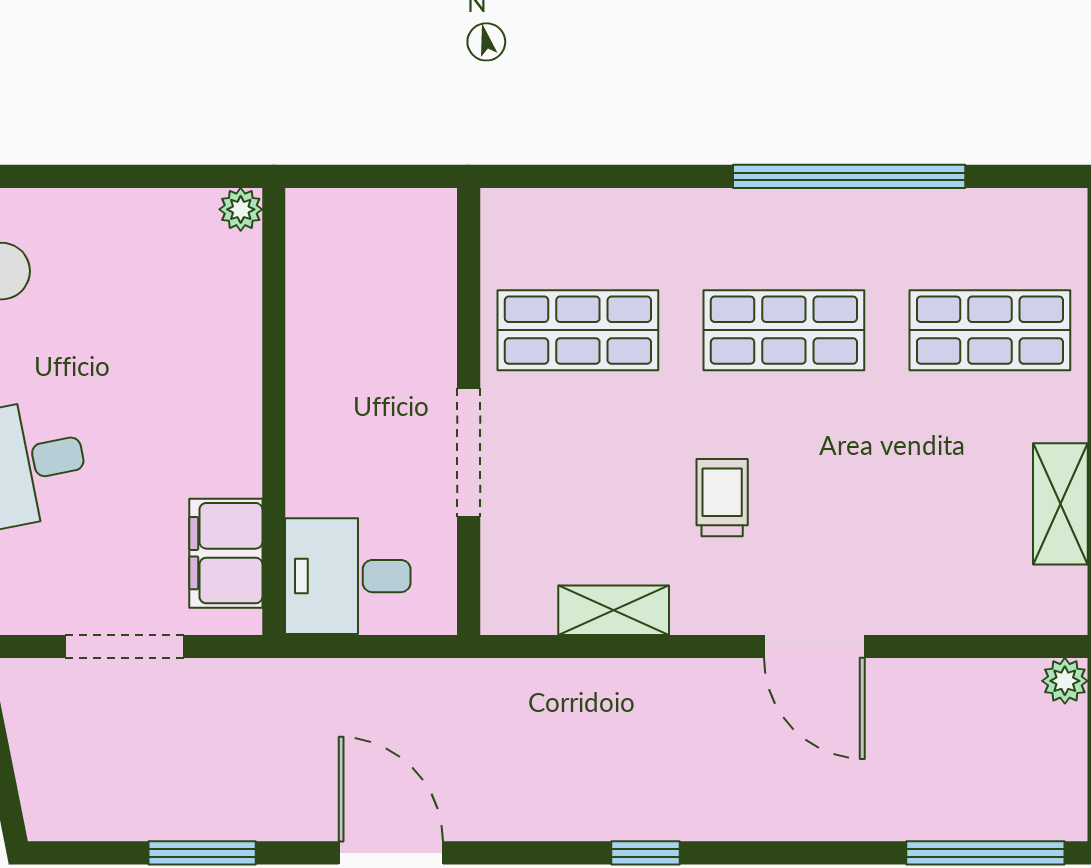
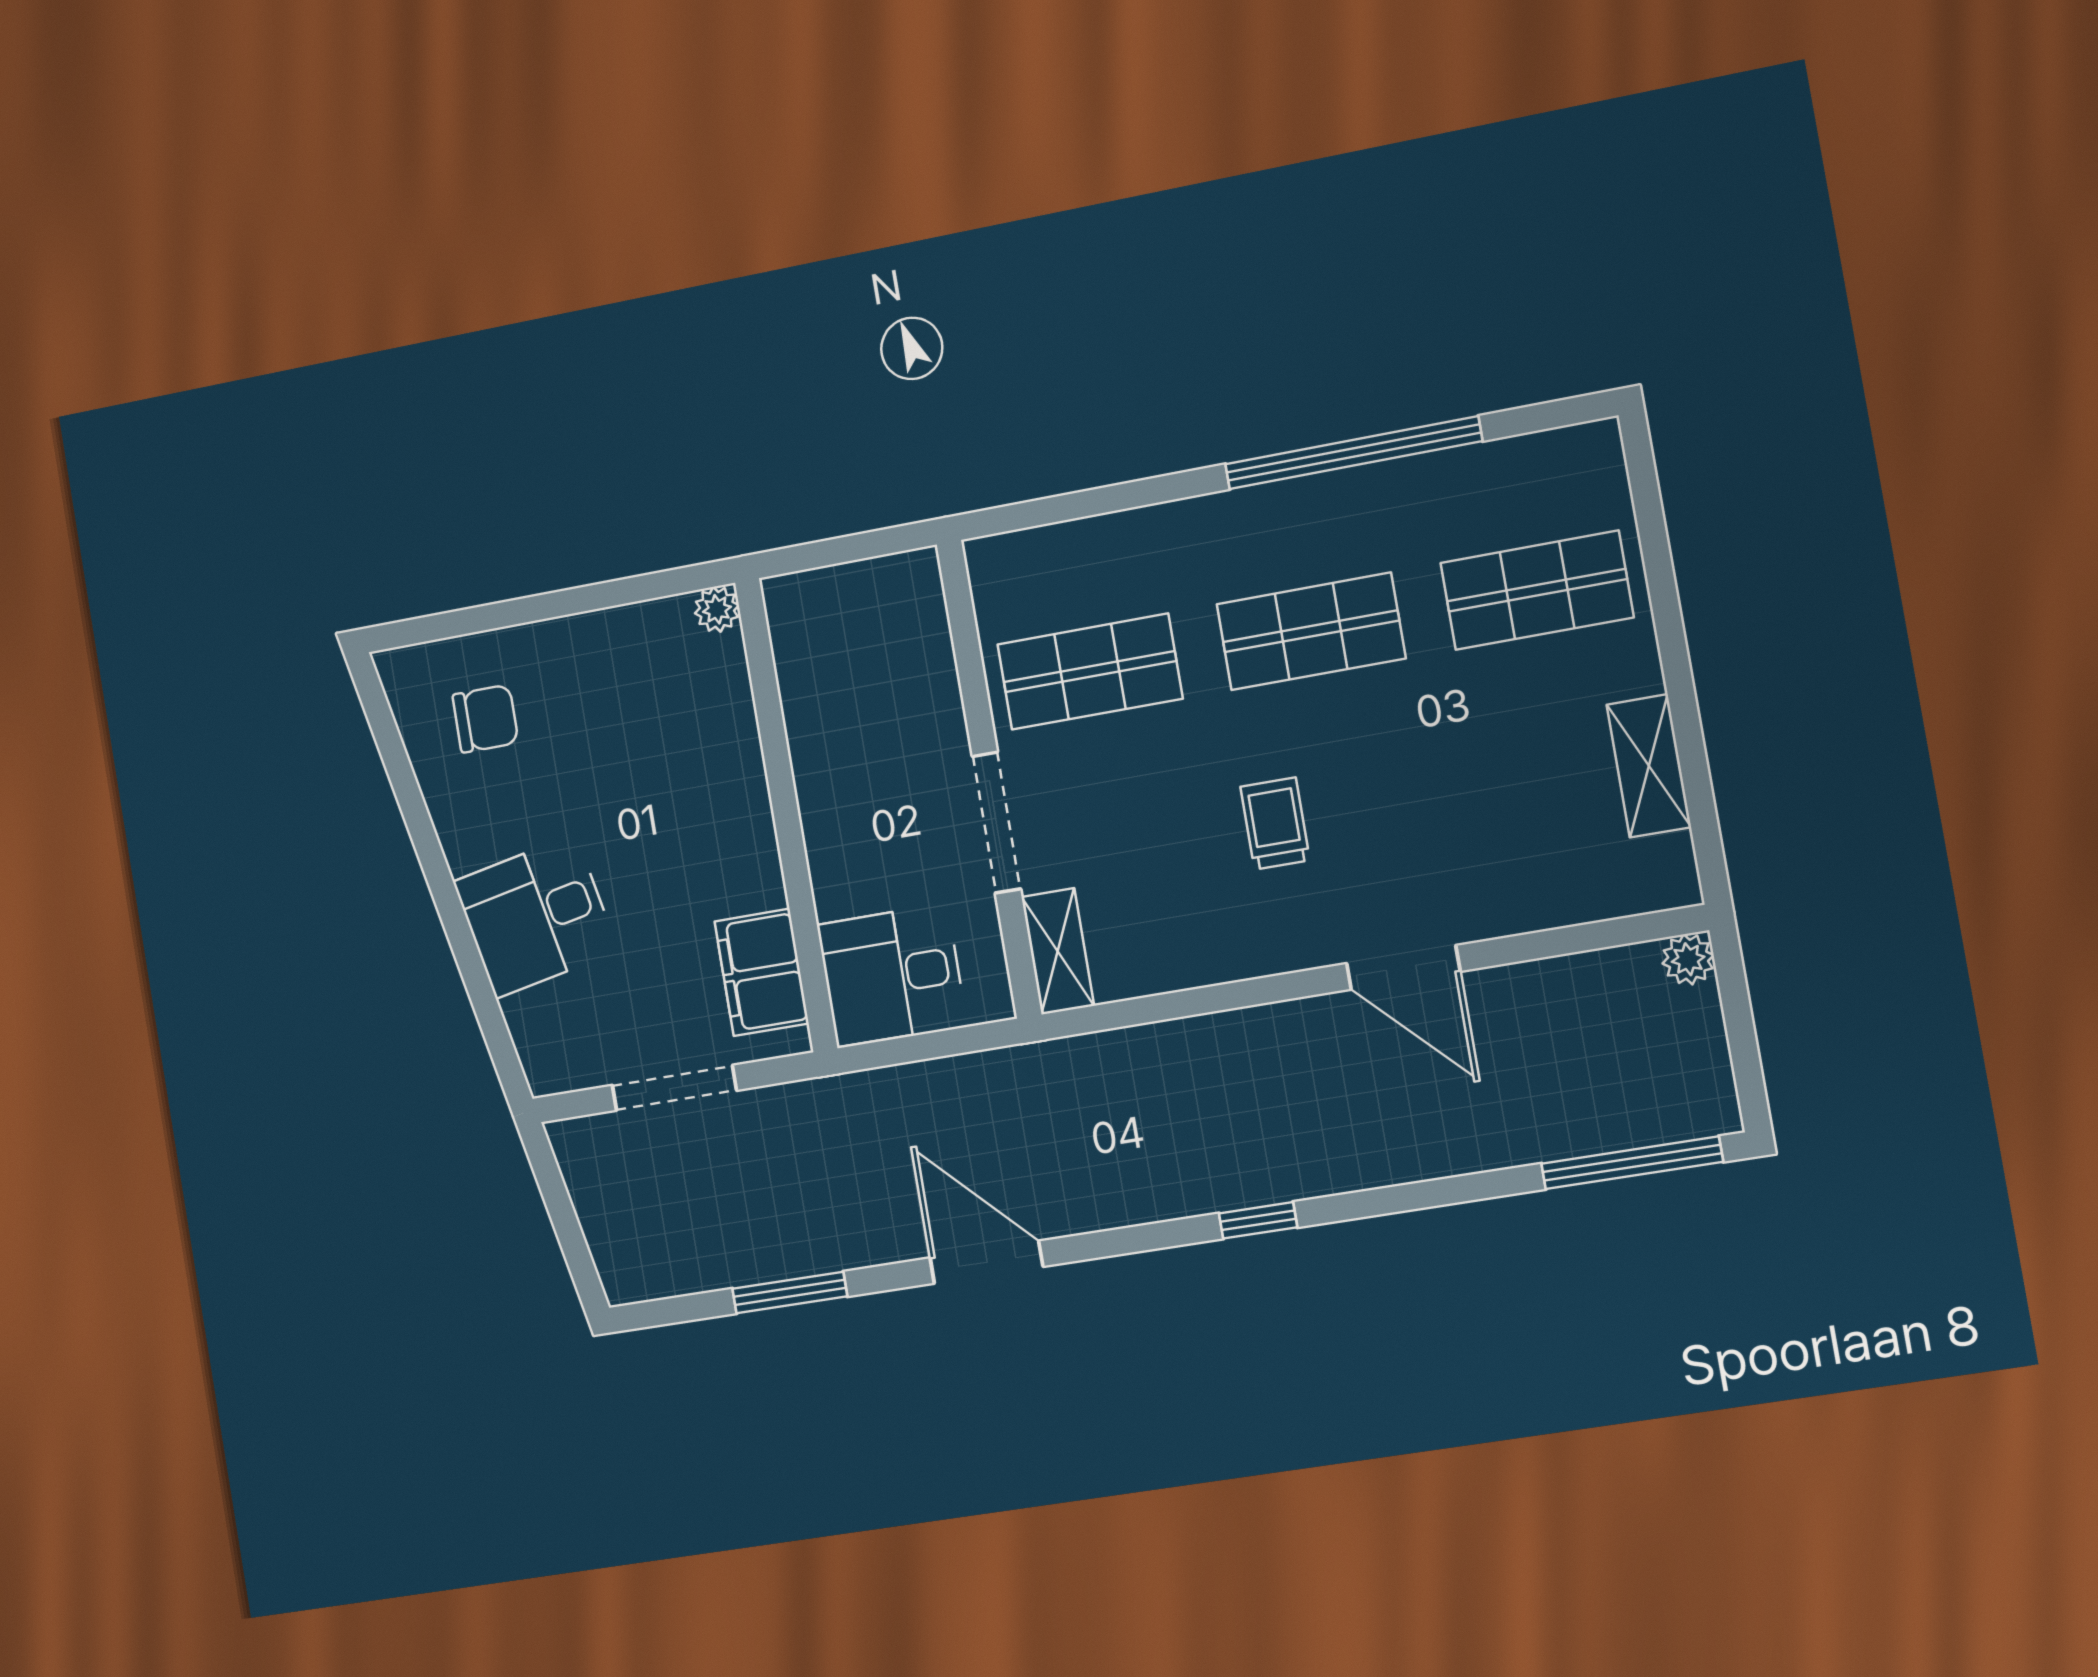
shelving: (614, 610) -> (1058, 951), moved, turned 90

